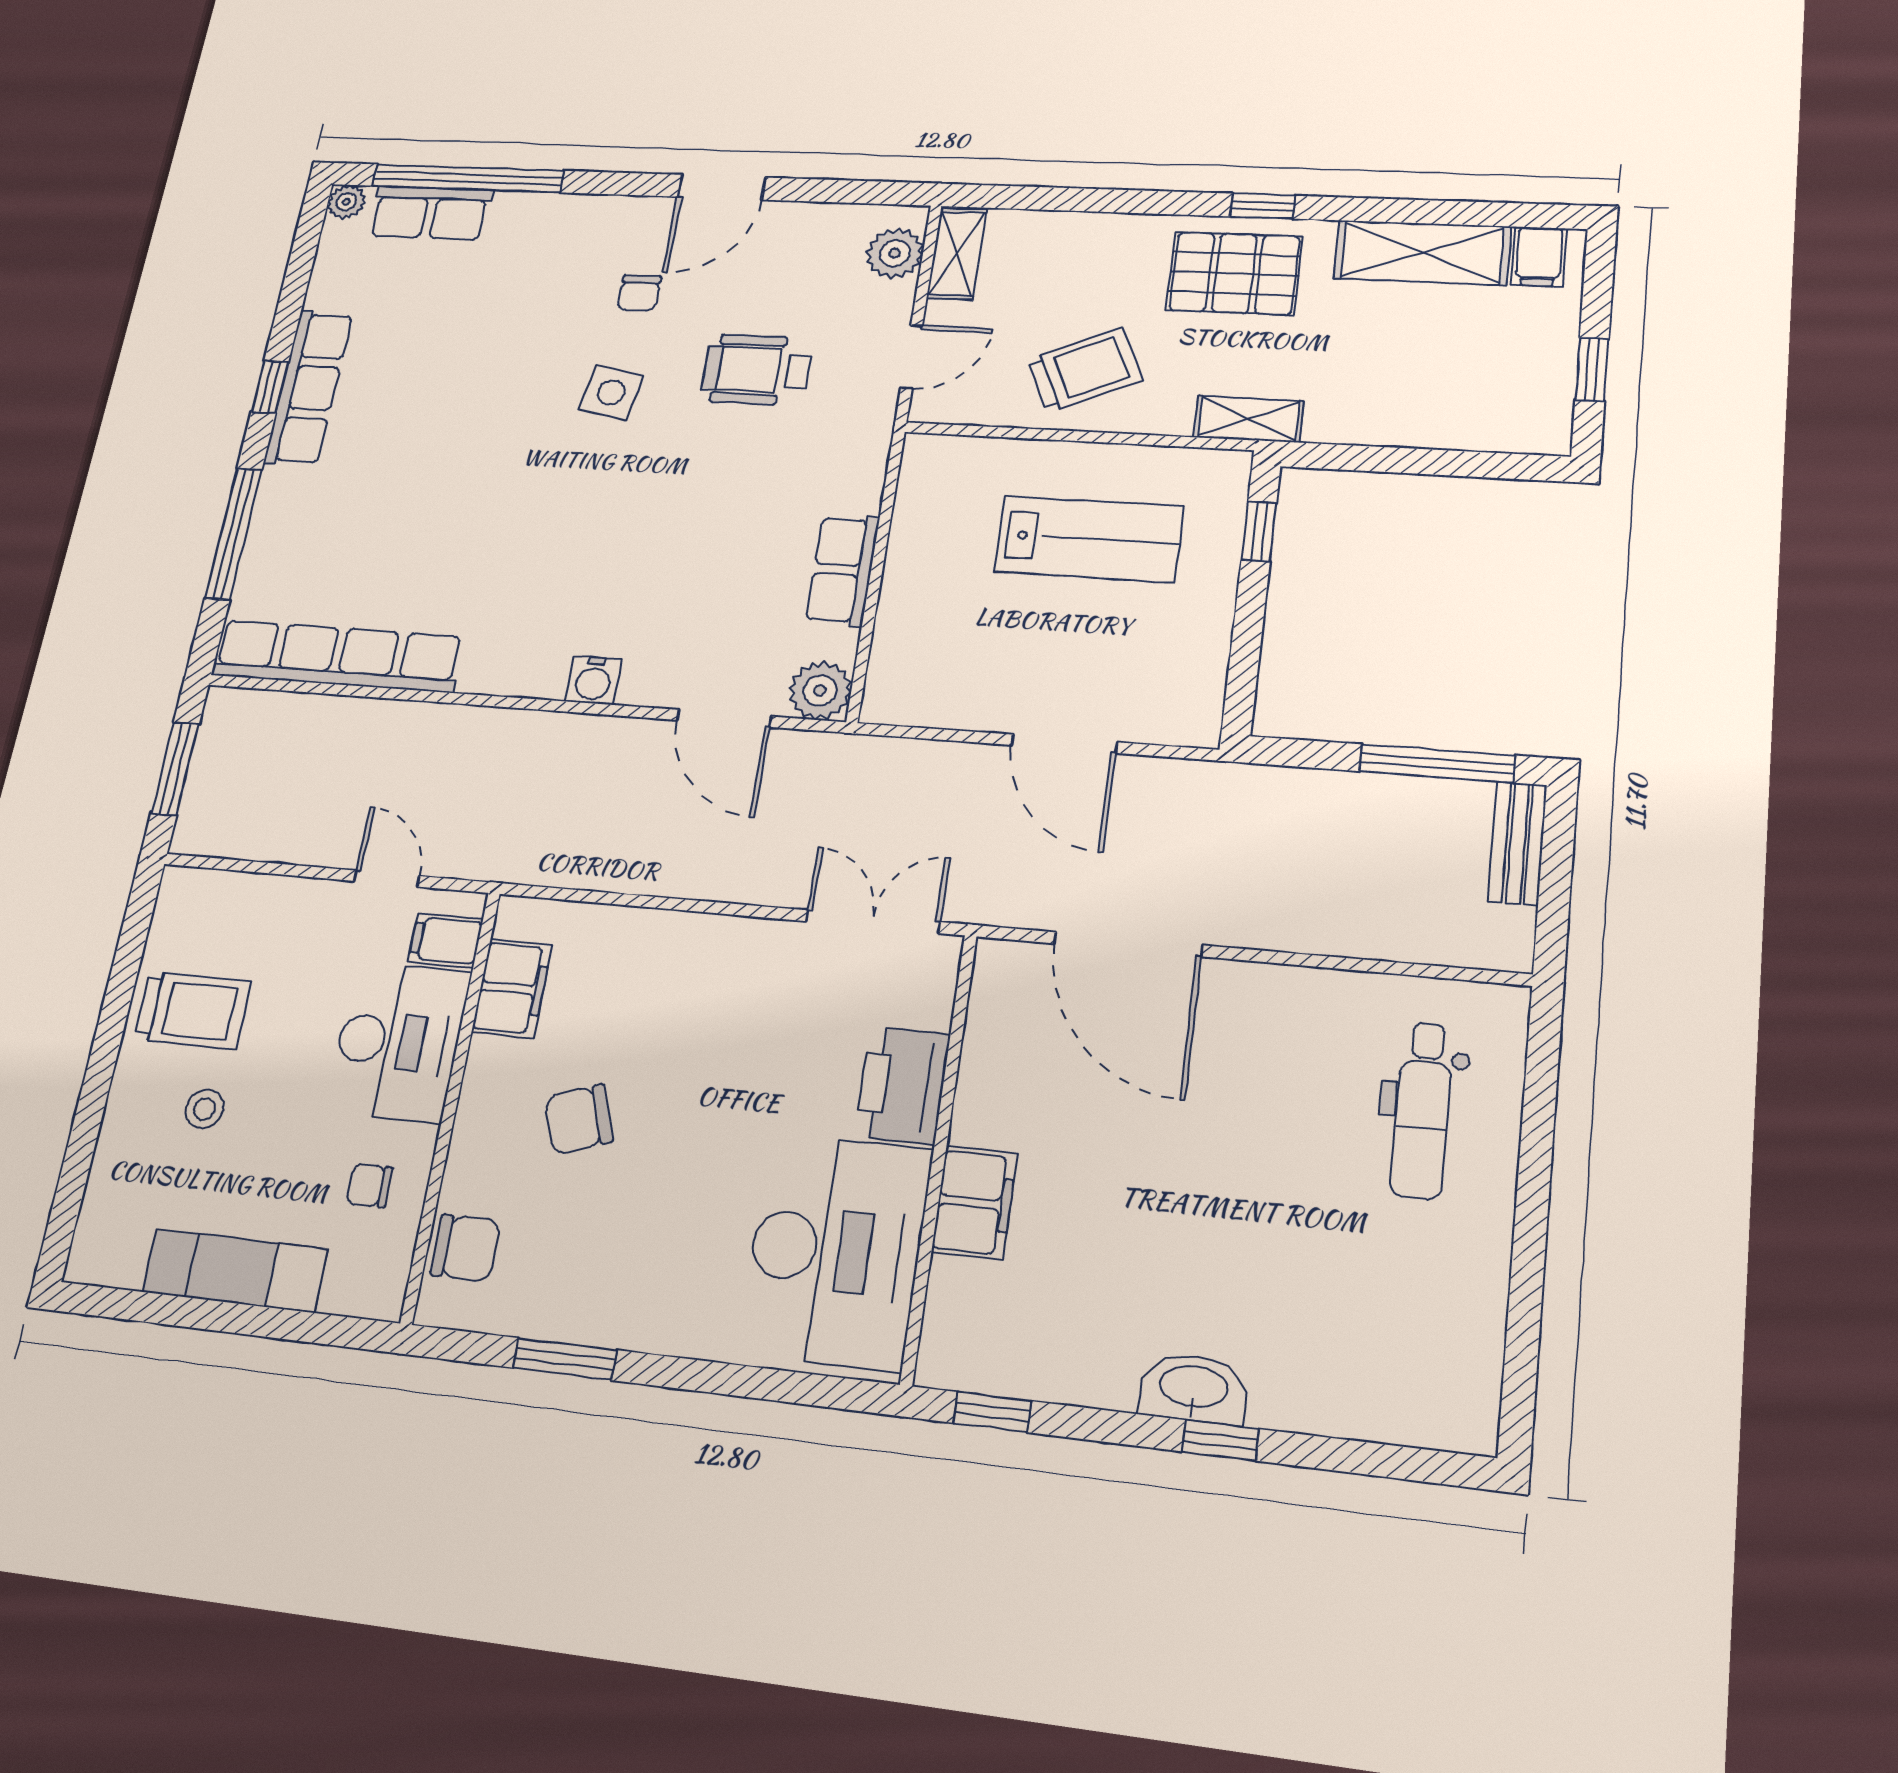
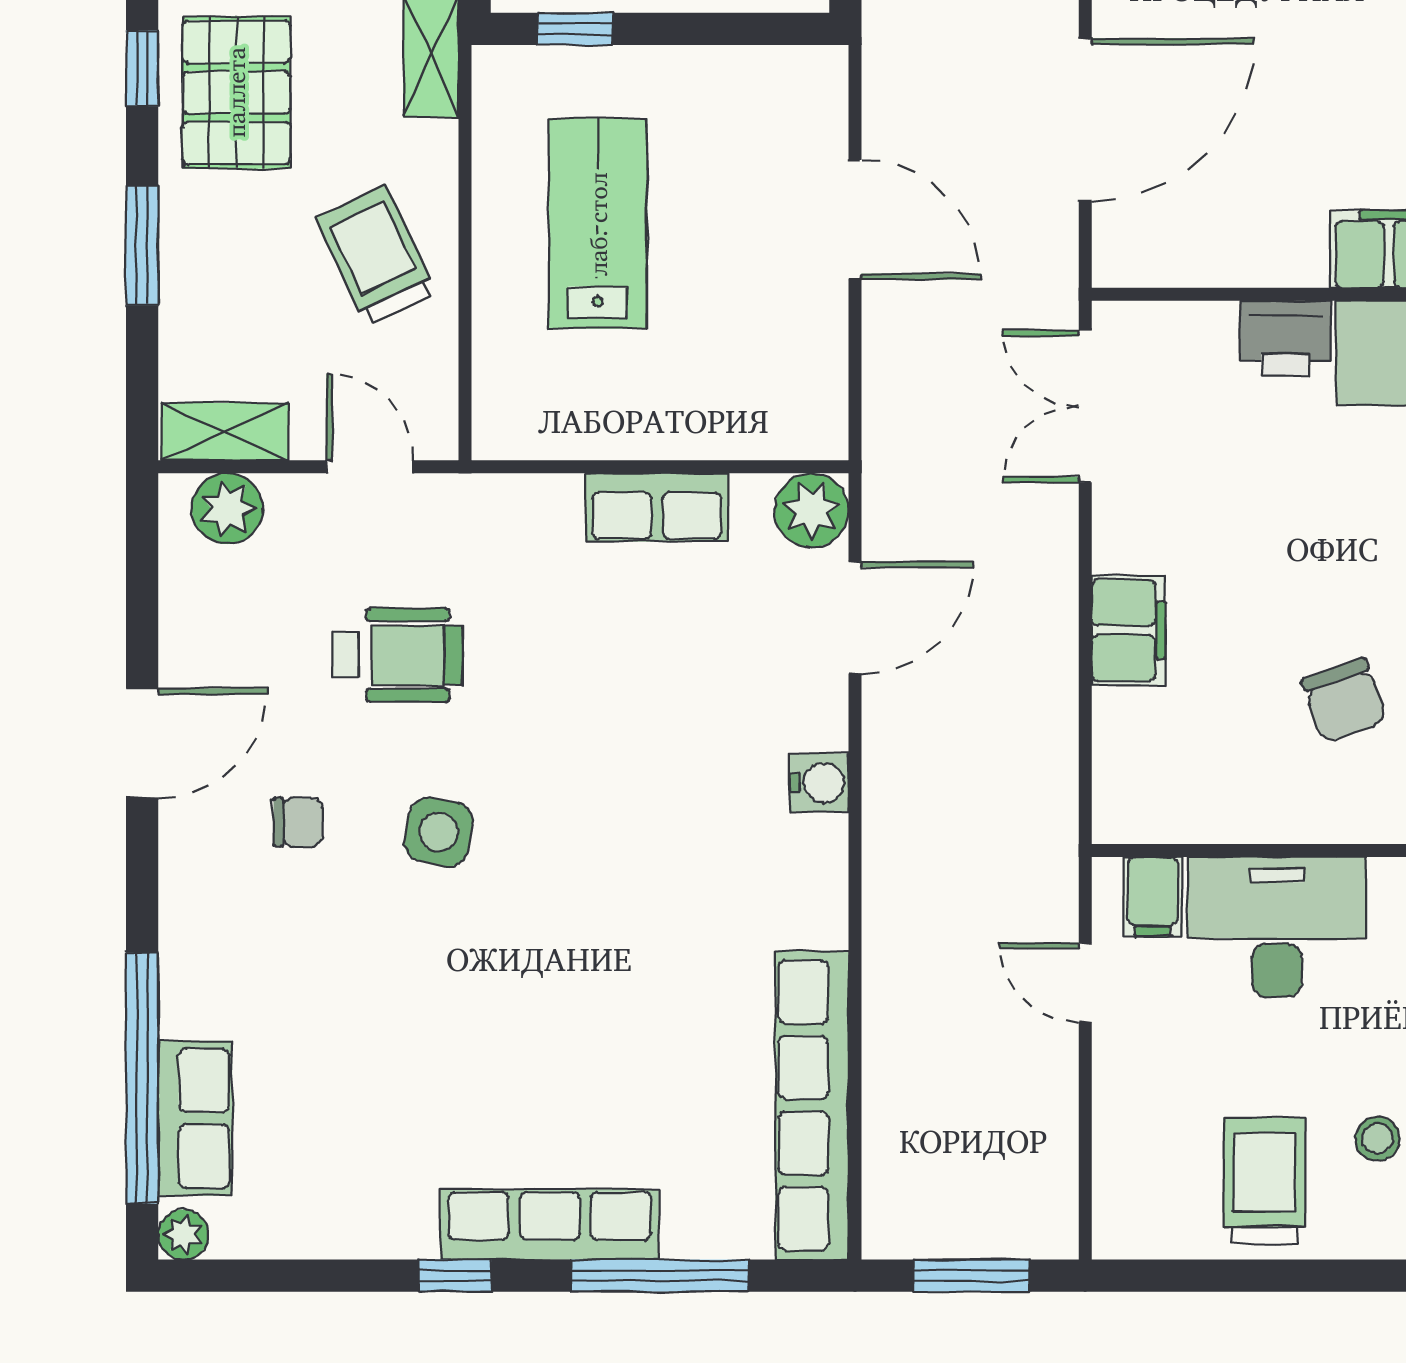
door: (721, 187) -> (142, 743), hinge flipped
window: (1117, 201) -> (142, 245), added
wheelchair: (757, 370) -> (398, 655), turned -90
row of seats: (309, 388) -> (550, 1224), moved
door: (1064, 744) -> (855, 220), hinge flipped
door: (387, 879) -> (1085, 983), hinge flipped
filing cabinet: (512, 988) -> (1129, 630), moved, turned 90
printer: (902, 1085) -> (1285, 338), width x0.73, depth x0.84

